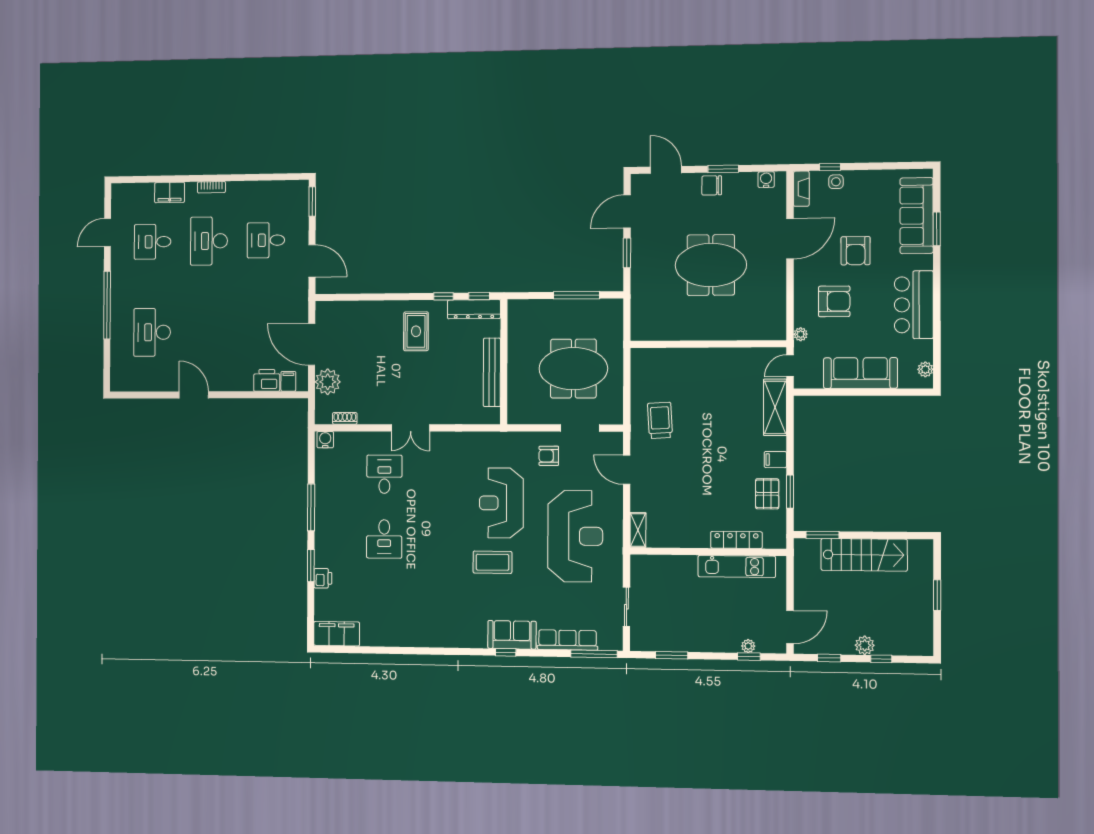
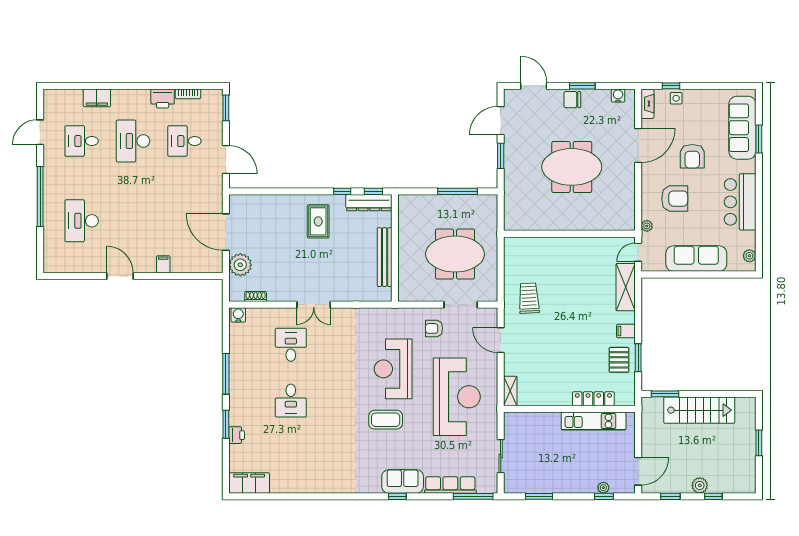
bookcase: (211, 187) -> (188, 94), moved
printer: (267, 380) -> (163, 98), moved, turned 180
filing cabinet: (288, 381) -> (163, 264), moved

